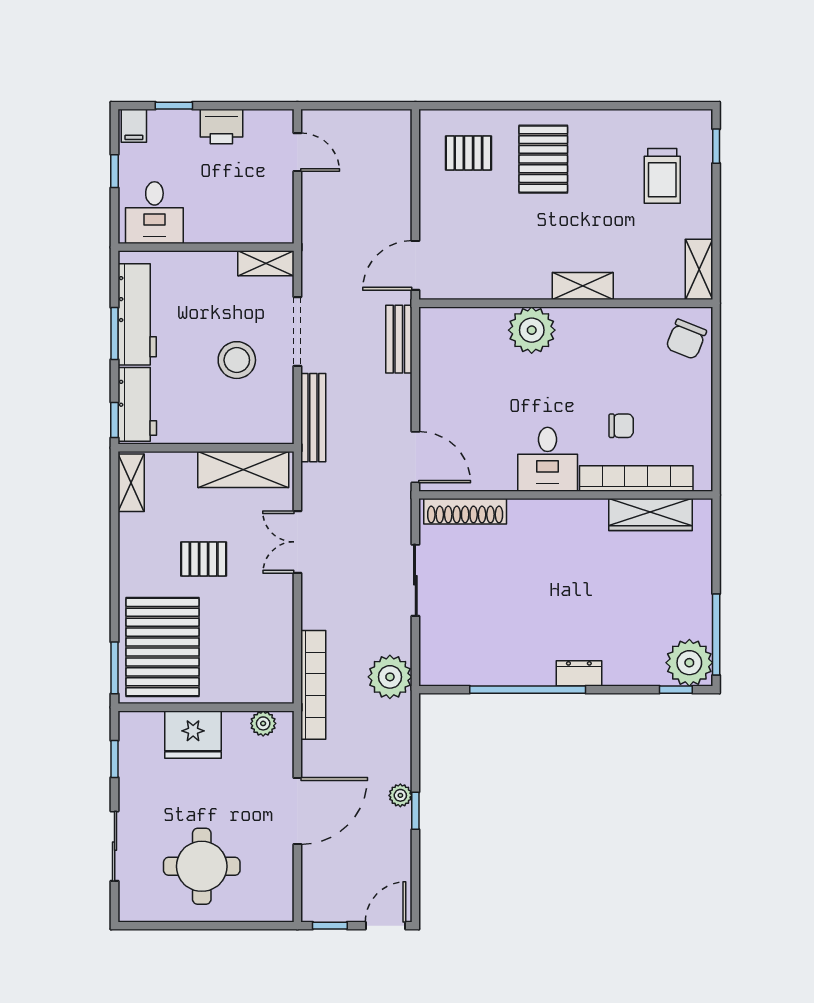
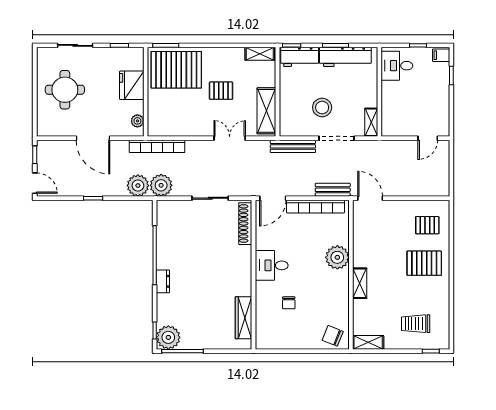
printer: (221, 127) -> (441, 100), removed
pallet: (468, 153) -> (427, 225), turned 90
bookcase: (636, 479) -> (315, 207), moved, turned 90
pallet: (204, 559) -> (221, 91), turned 90
plant: (400, 795) -> (138, 186), moved, width x1.88, depth x1.88

